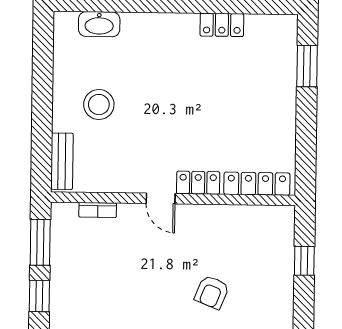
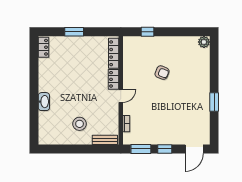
washbasin: (99, 24) -> (44, 102), moved
locker: (222, 25) -> (43, 47), moved
window: (307, 66) -> (74, 32), moved

